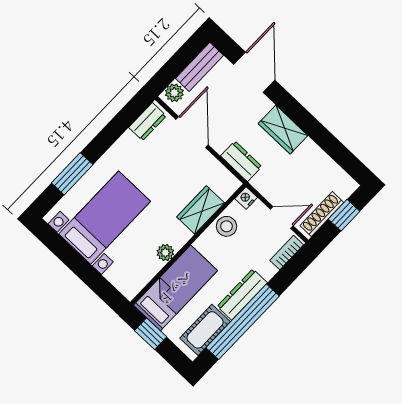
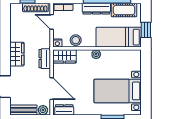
door: (192, 132) -> (52, 89), swing flipped
wardrobe: (201, 210) -> (65, 56), moved
plant: (165, 253) -> (96, 54), moved

